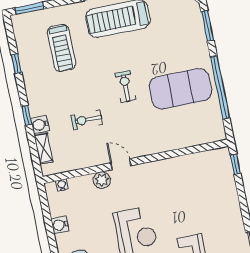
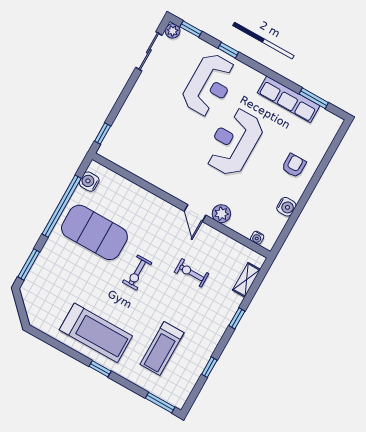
treadmill: (61, 48) -> (162, 348), turned 180
exercise bike: (87, 120) -> (192, 273), turned 180
water cooler: (40, 124) -> (89, 182), moved, turned 180

